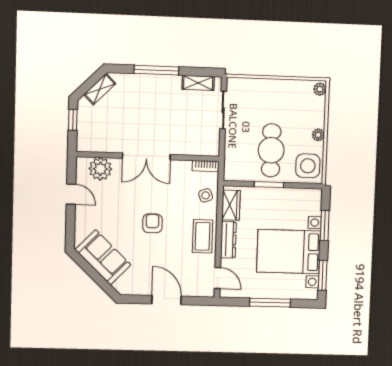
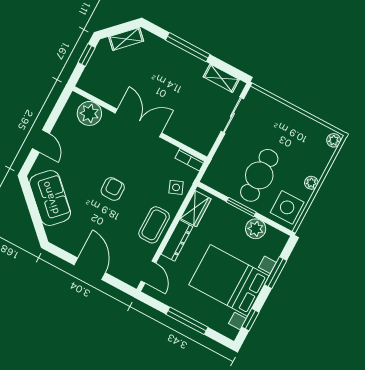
double door: (146, 156) -> (138, 123), swing flipped
door: (71, 194) -> (41, 141), moved
plant: (290, 197) -> (256, 229), added
window: (323, 275) -> (250, 320), width x0.67

